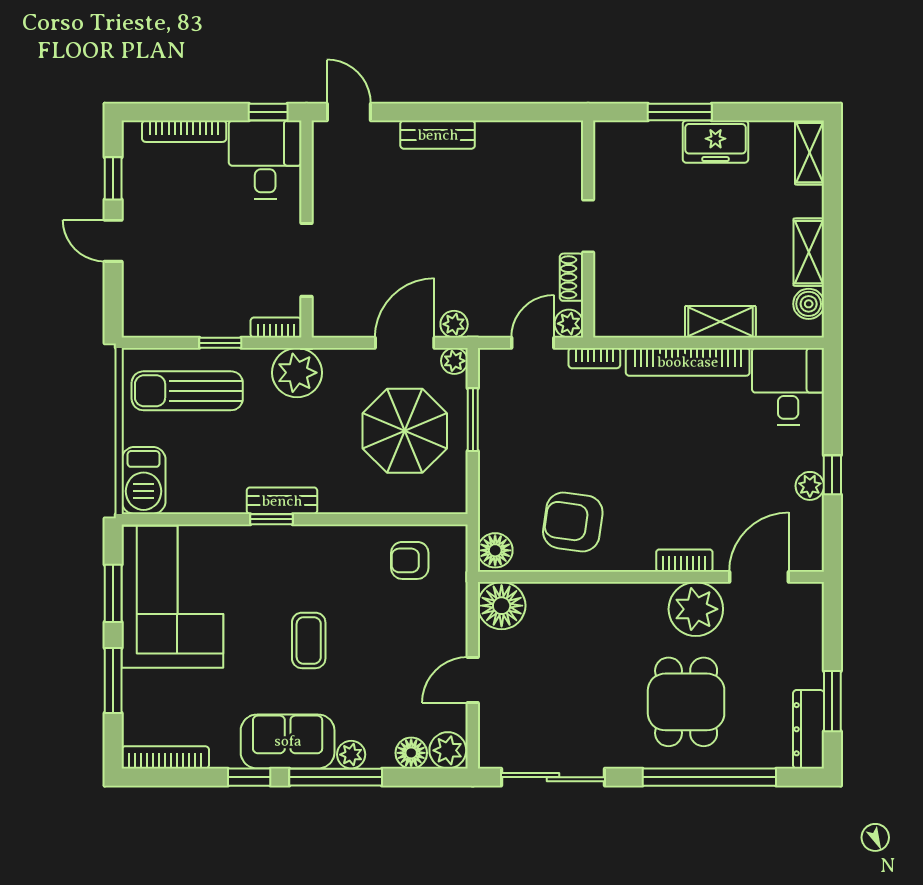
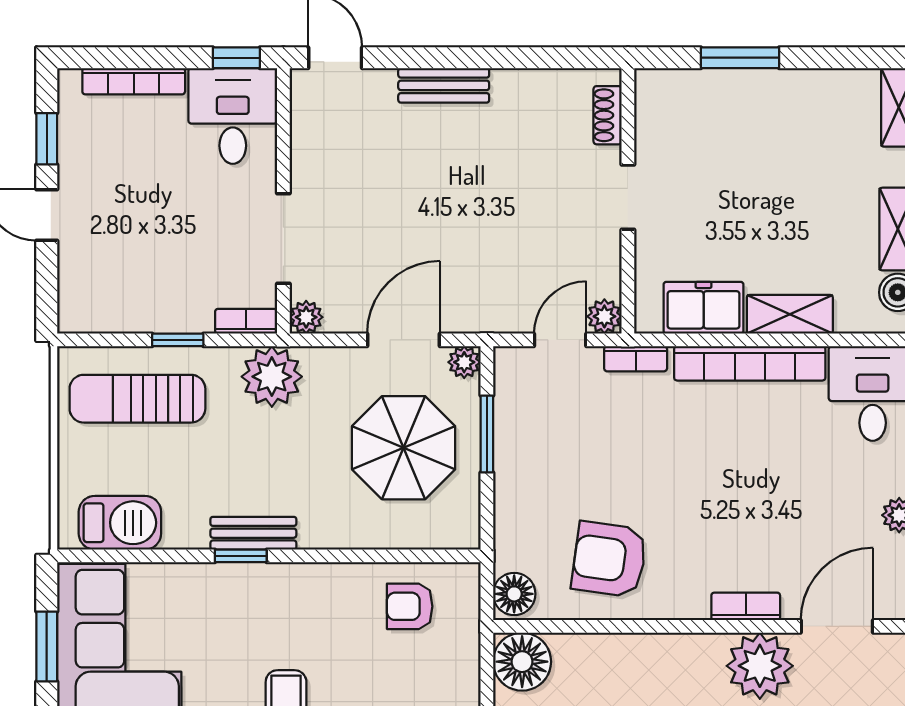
freezer: (715, 142) -> (704, 308), moved, turned 180
shoe rack: (571, 277) -> (608, 115), moved
plant: (454, 324) -> (306, 317), moved
barbecue: (144, 480) -> (120, 523), moved, turned -90

